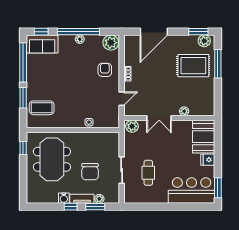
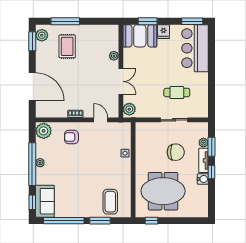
rug: (193, 66) -> (67, 46), width x0.73, depth x0.70
window: (218, 144) -> (148, 21), added

